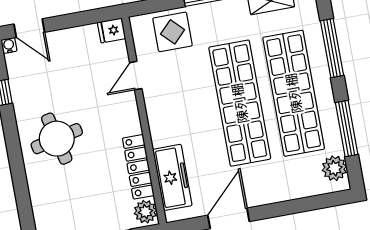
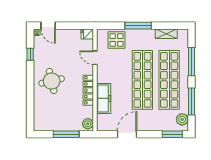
door: (136, 76) -> (95, 58), hinge flipped
locker: (138, 167) -> (88, 90), moved
freezer: (172, 177) -> (104, 98), moved
window: (320, 202) -> (172, 134), added

